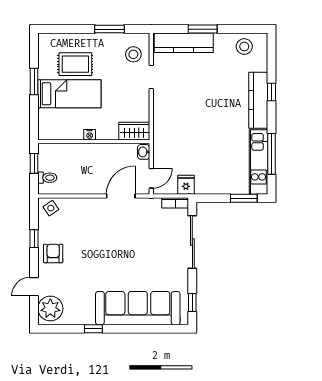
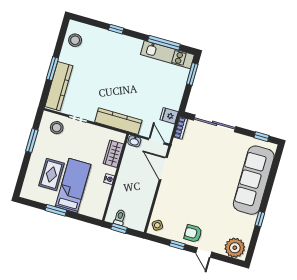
kitchen counter: (258, 100) -> (118, 121), moved, turned 180
wardrobe: (134, 131) -> (113, 154), moved
toilet: (47, 178) -> (120, 217), moved
door: (34, 287) -> (204, 253), moved

